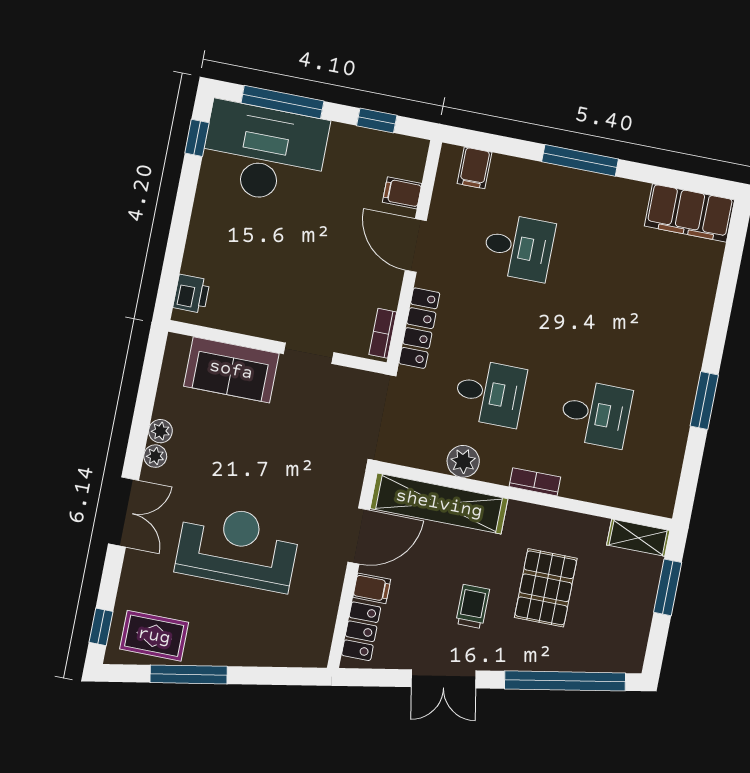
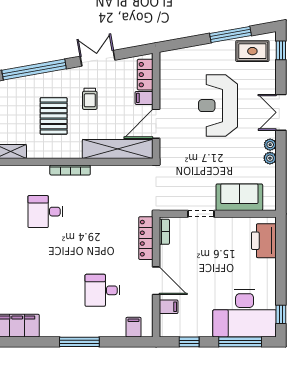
printer: (191, 294) -> (264, 241), width x1.87, depth x1.48
desk: (490, 393) -> (103, 212), removed
plant: (463, 461) -> (109, 173), removed
bookcase: (535, 482) -> (70, 170), width x1.56
reception desk: (238, 547) -> (218, 106), turned 90

